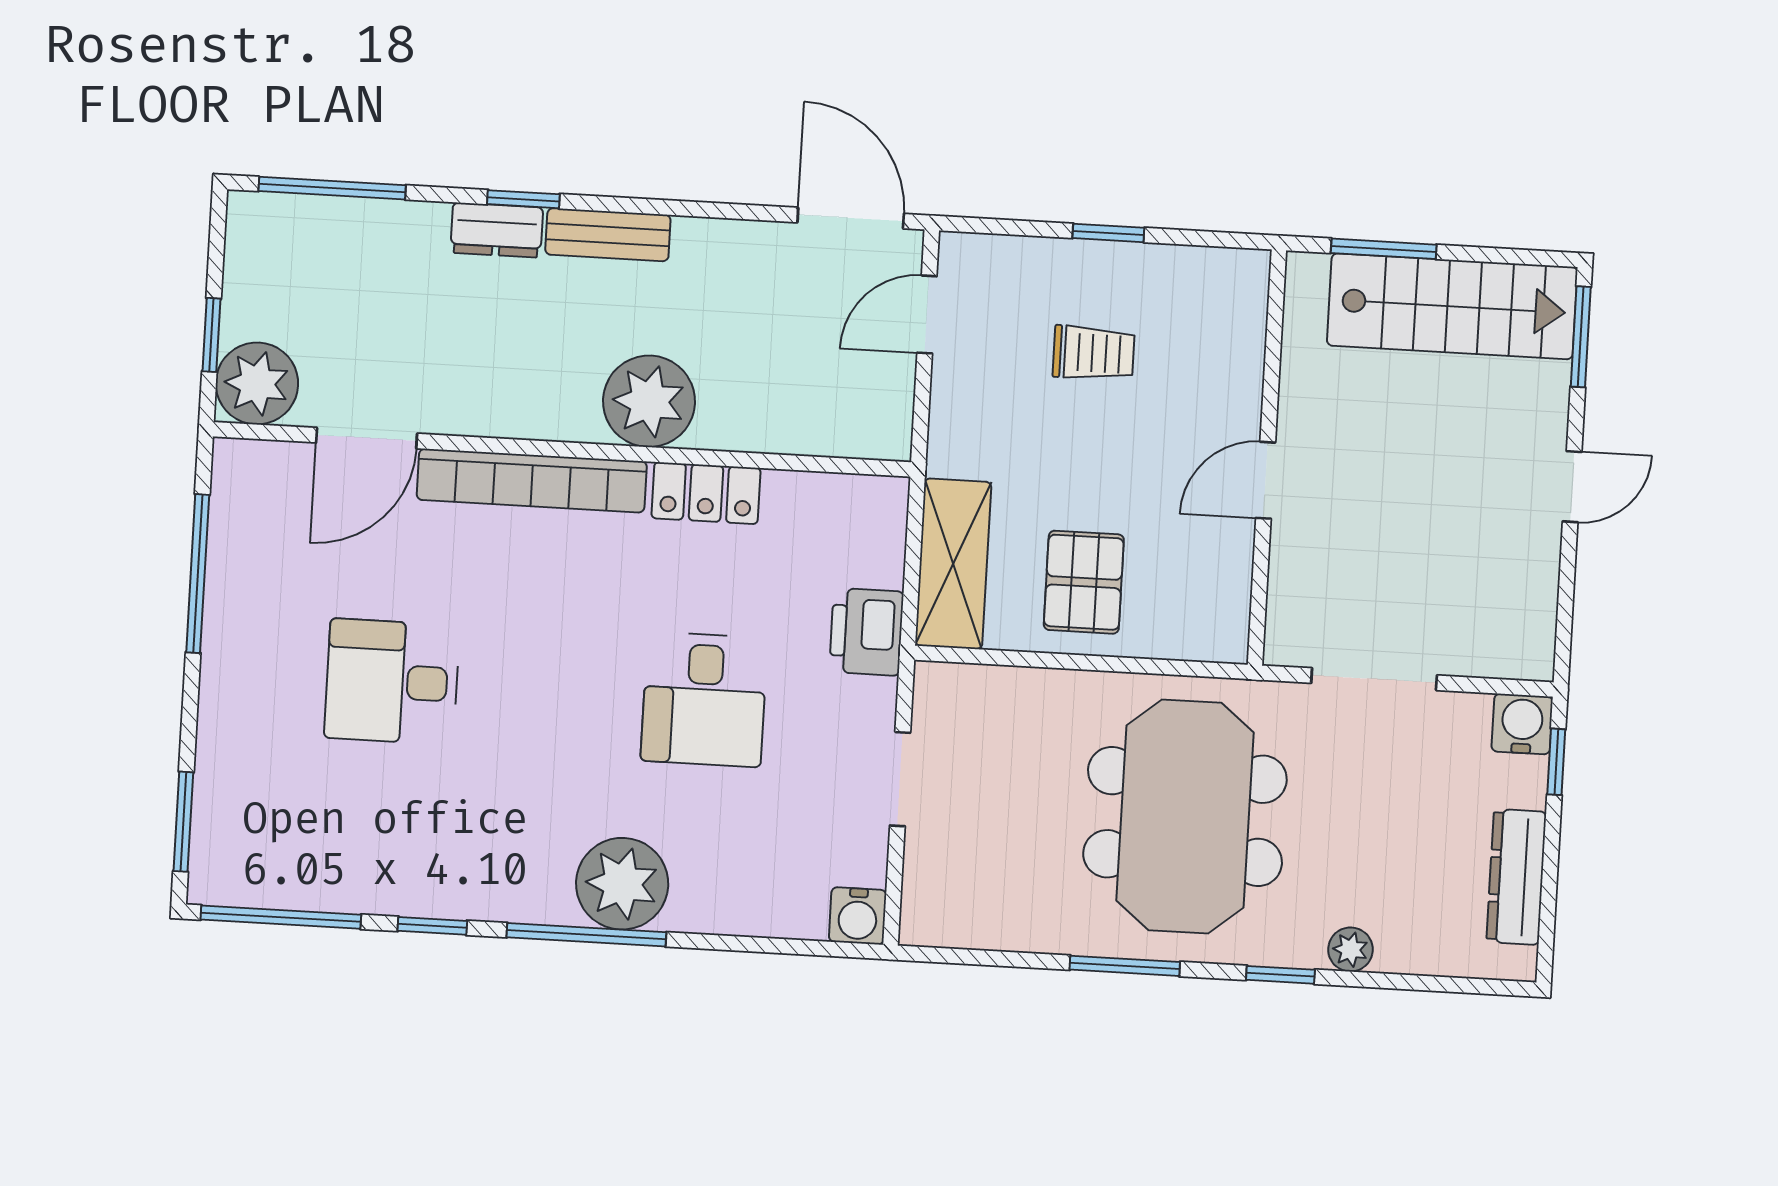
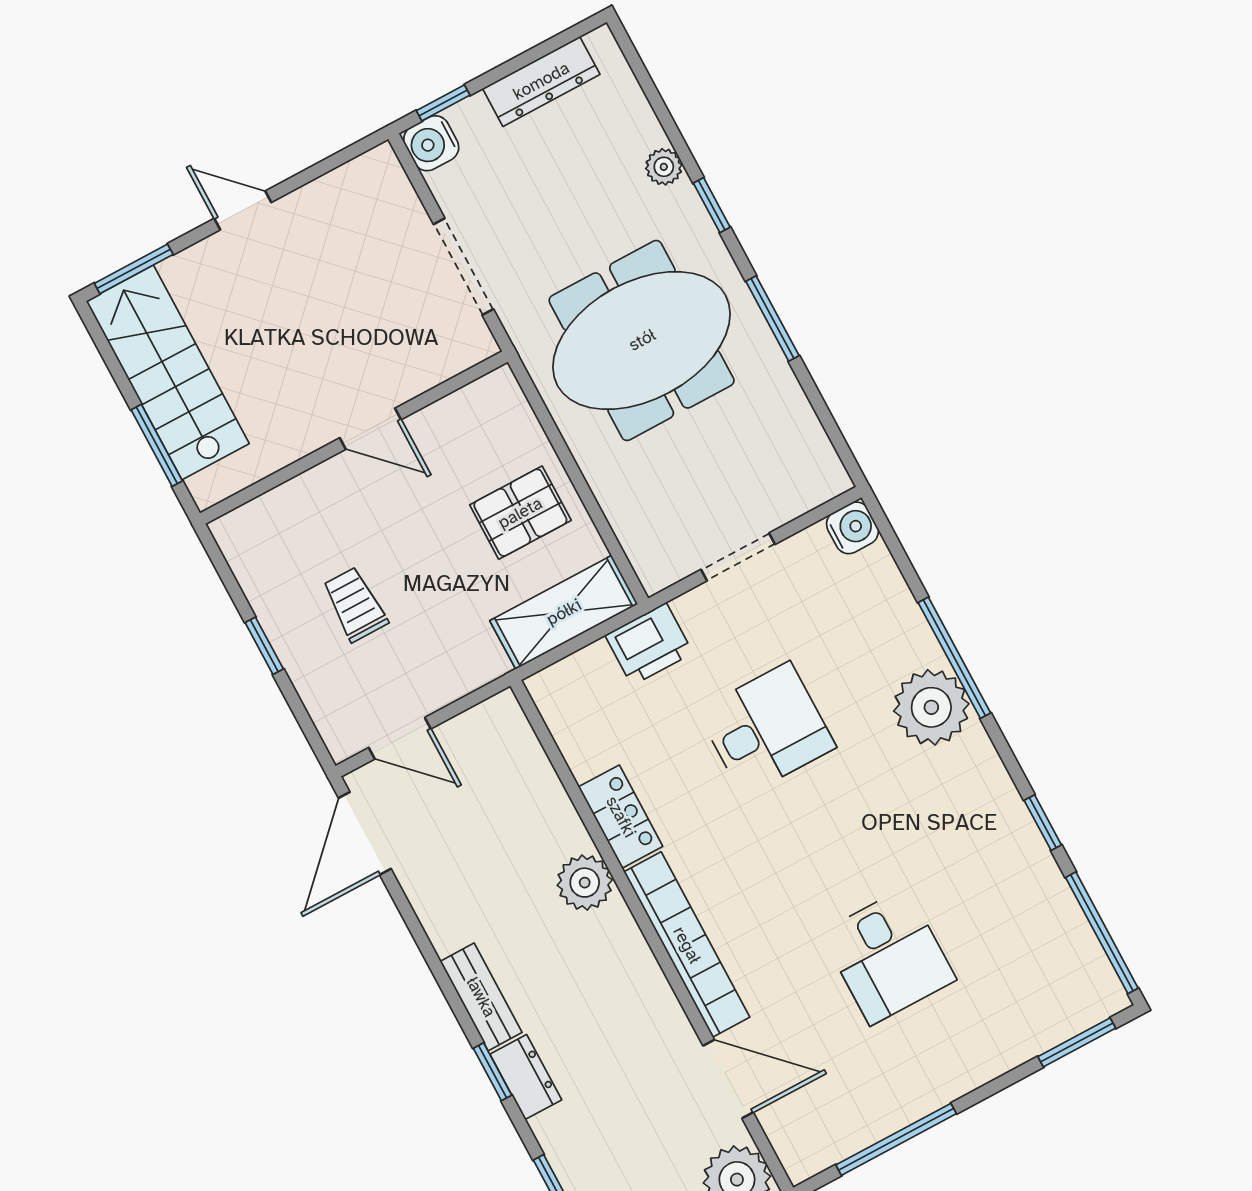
plant: (649, 401) -> (585, 883), width x0.73, depth x0.73
window: (586, 935) -> (954, 658), moved

